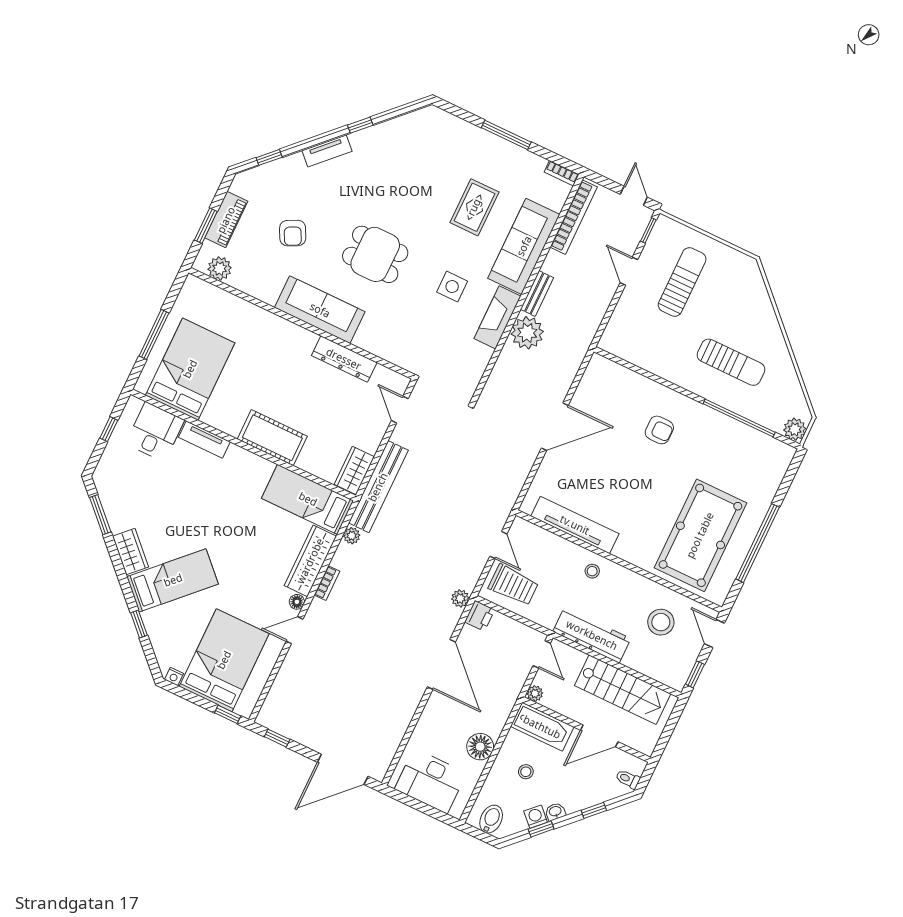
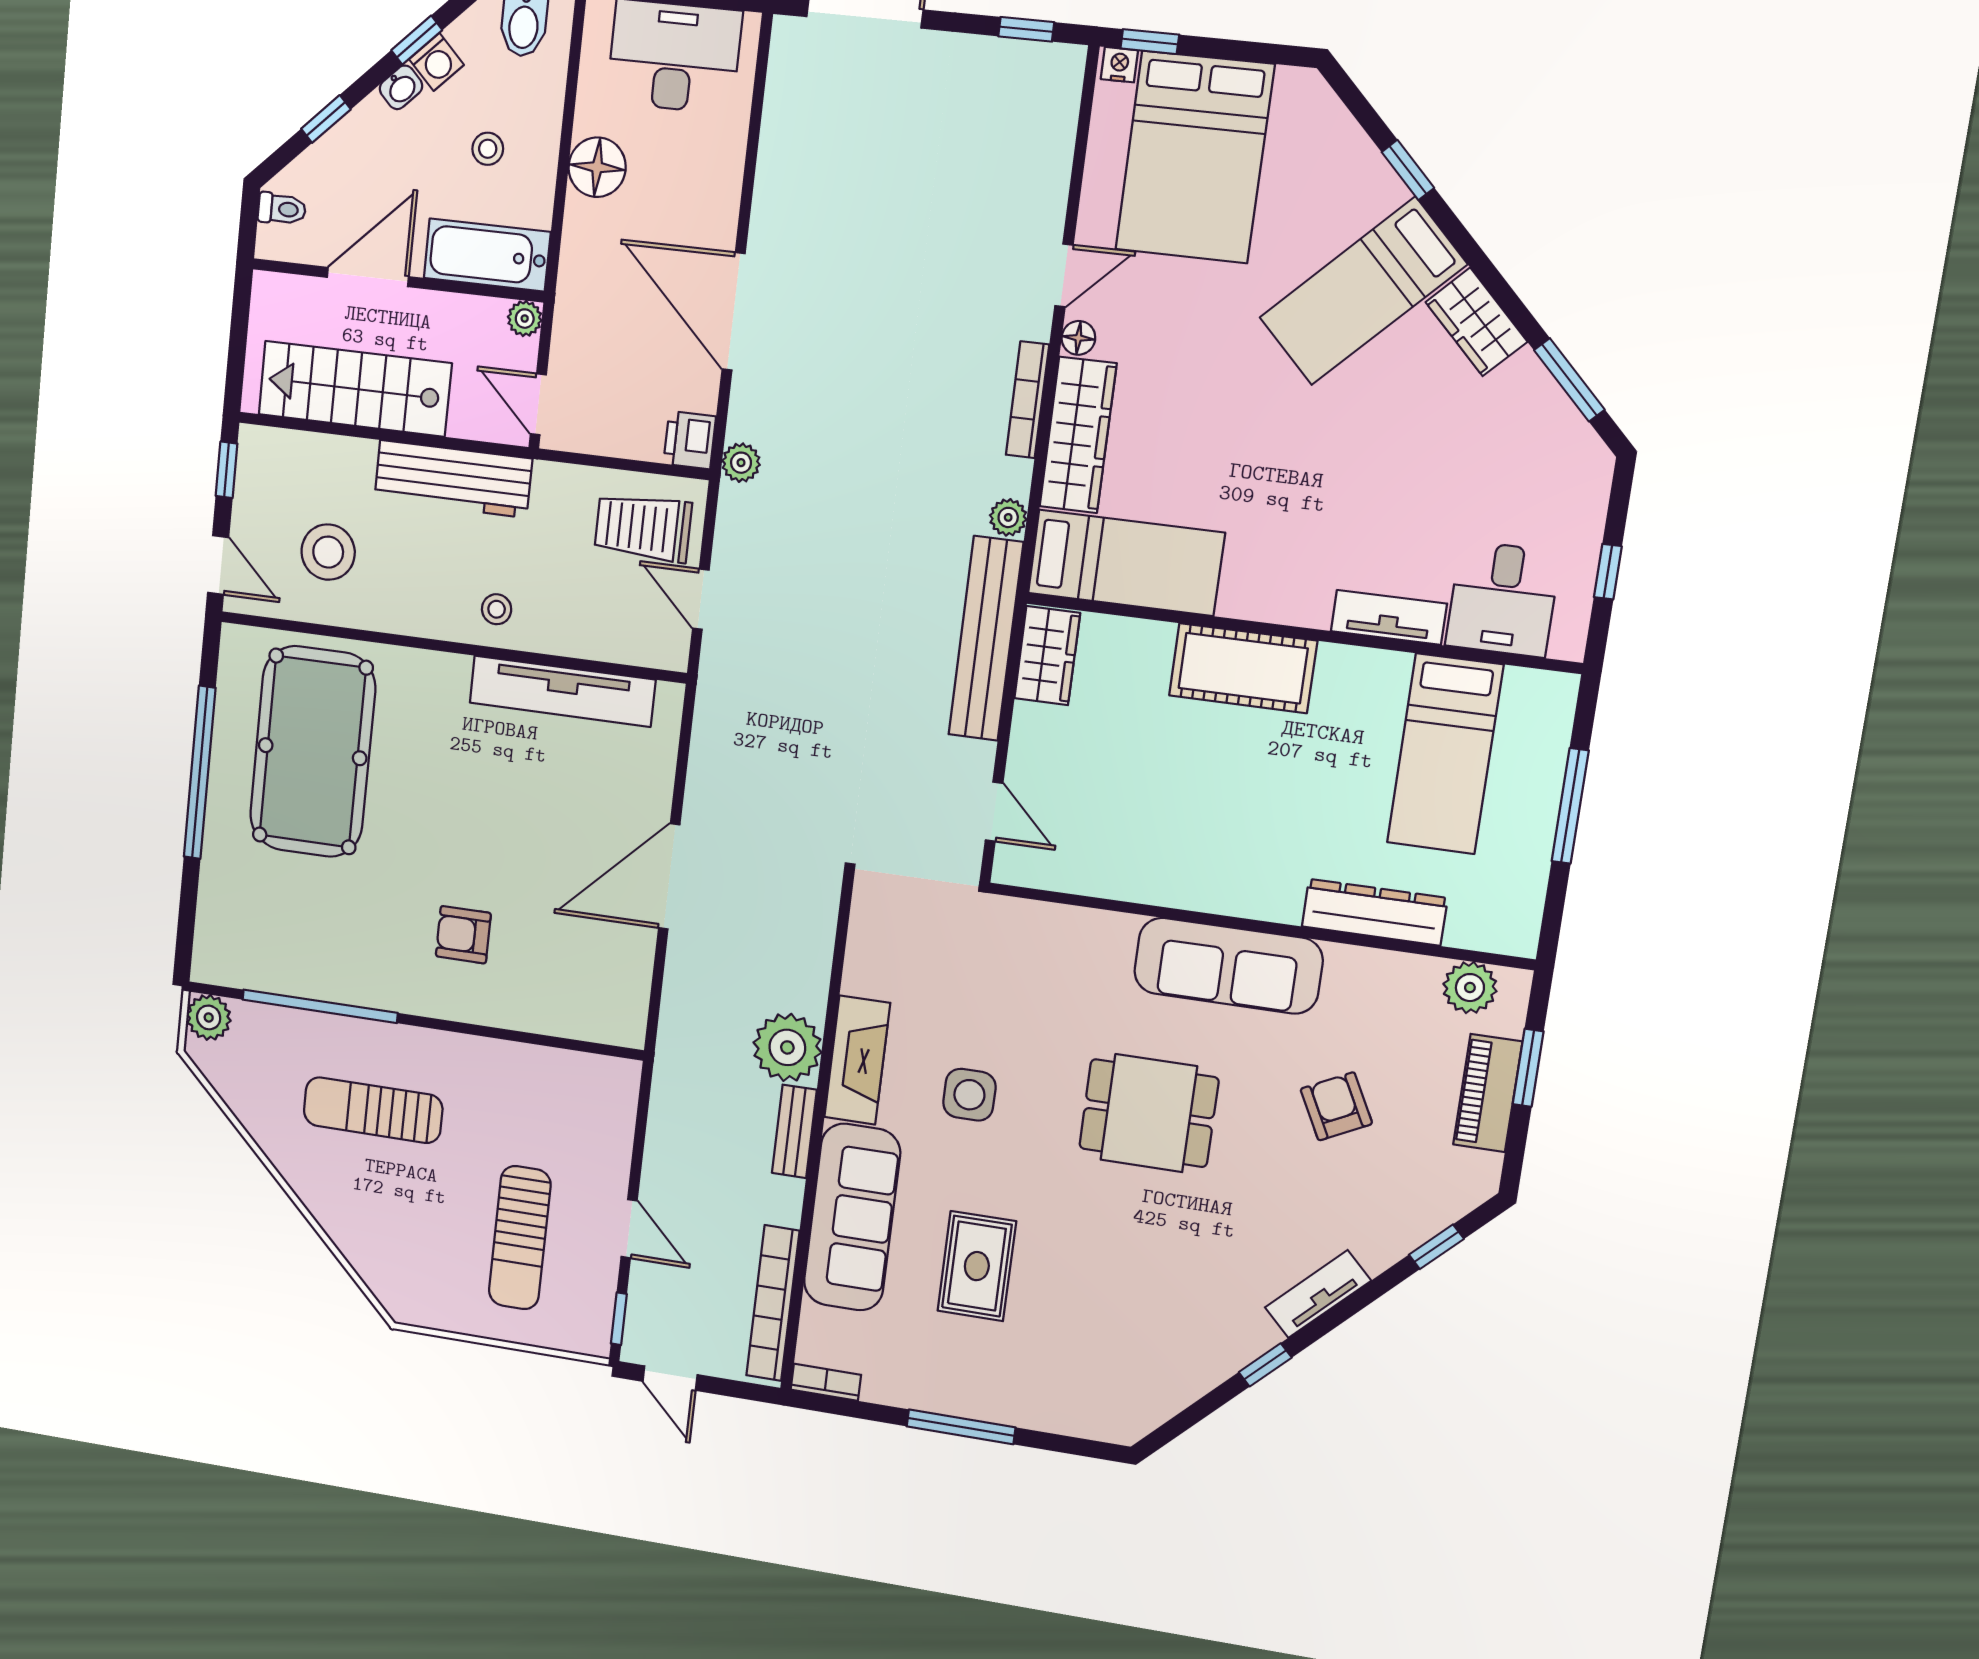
dresser: (344, 359) -> (1375, 912), moved
bed: (190, 369) -> (1445, 754), width x0.67
bookcase: (327, 583) -> (1028, 400), width x1.56
nightstand: (174, 676) -> (1119, 65), moved

